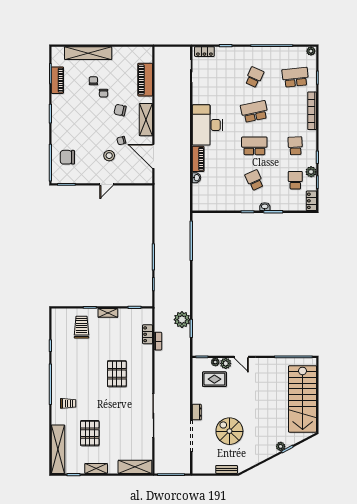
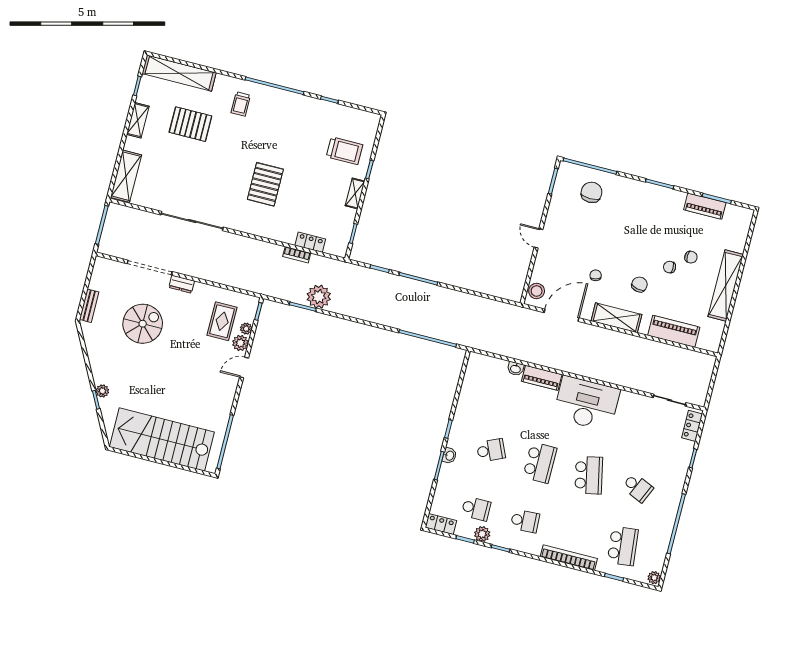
shelving: (88, 53) -> (726, 286), moved
stool: (109, 156) -> (537, 291), moved
pallet: (117, 374) -> (265, 184), turned 90

